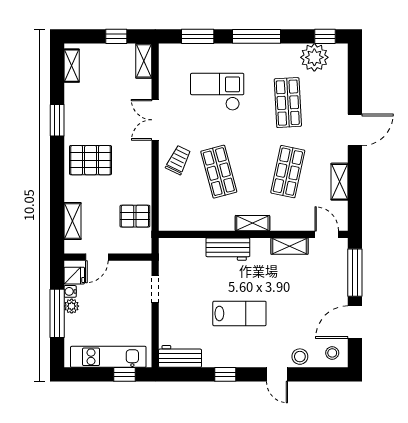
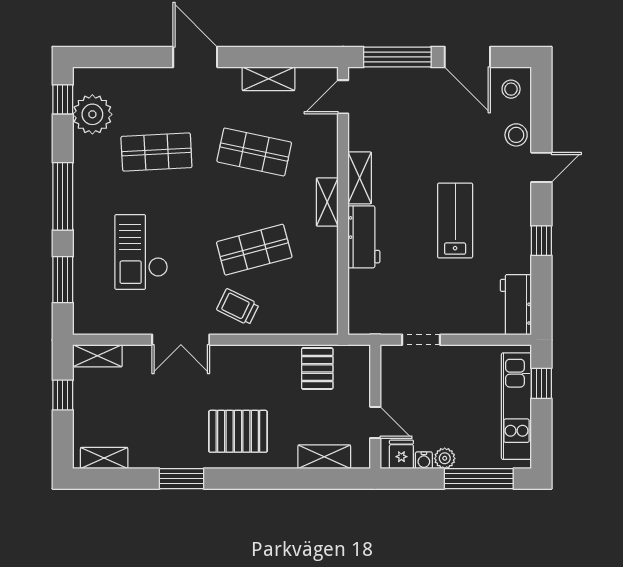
pallet: (91, 160) -> (238, 431), turned 90
shelving: (290, 246) -> (360, 178), moved
window: (57, 313) -> (479, 479), moved

